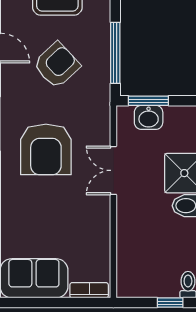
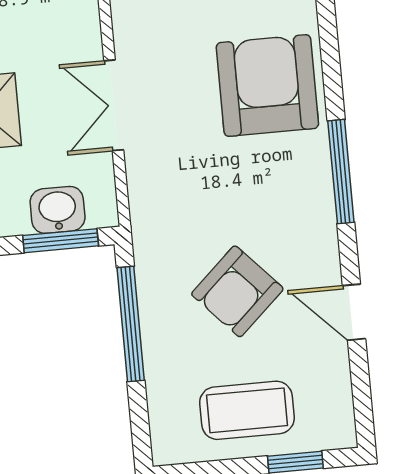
armchair: (46, 149) -> (267, 86), moved
double door: (113, 170) -> (114, 105), swing flipped

